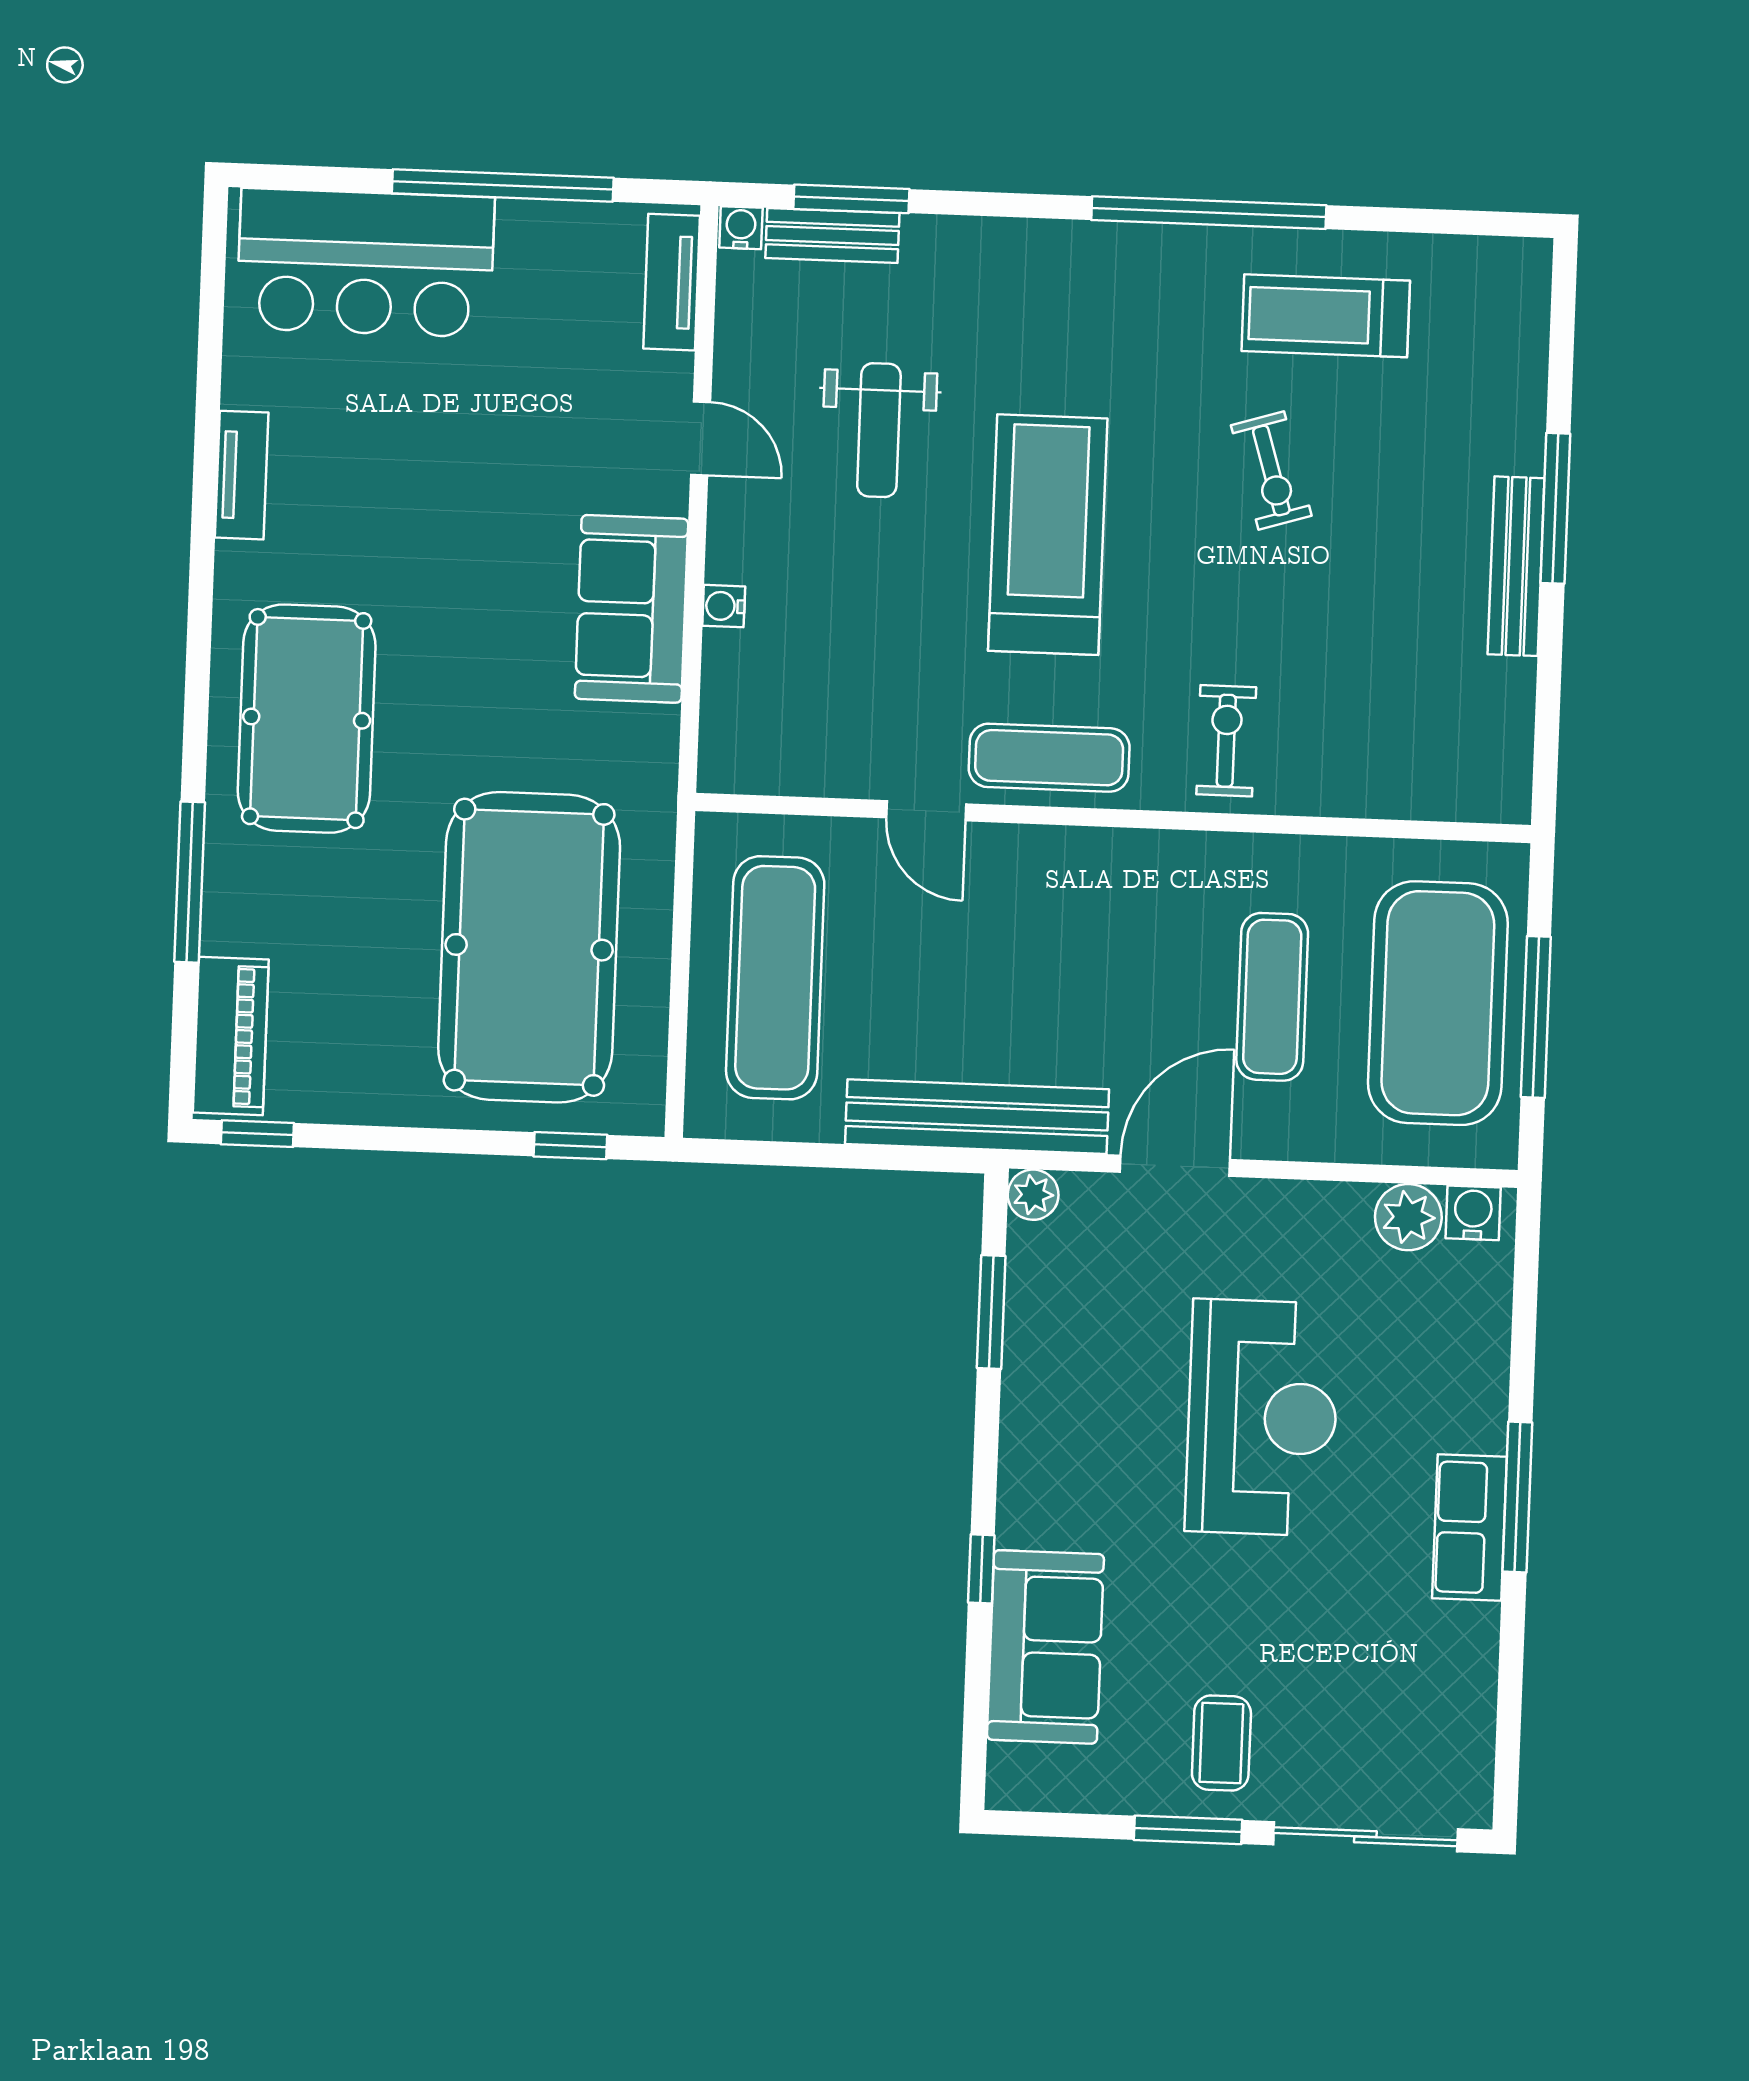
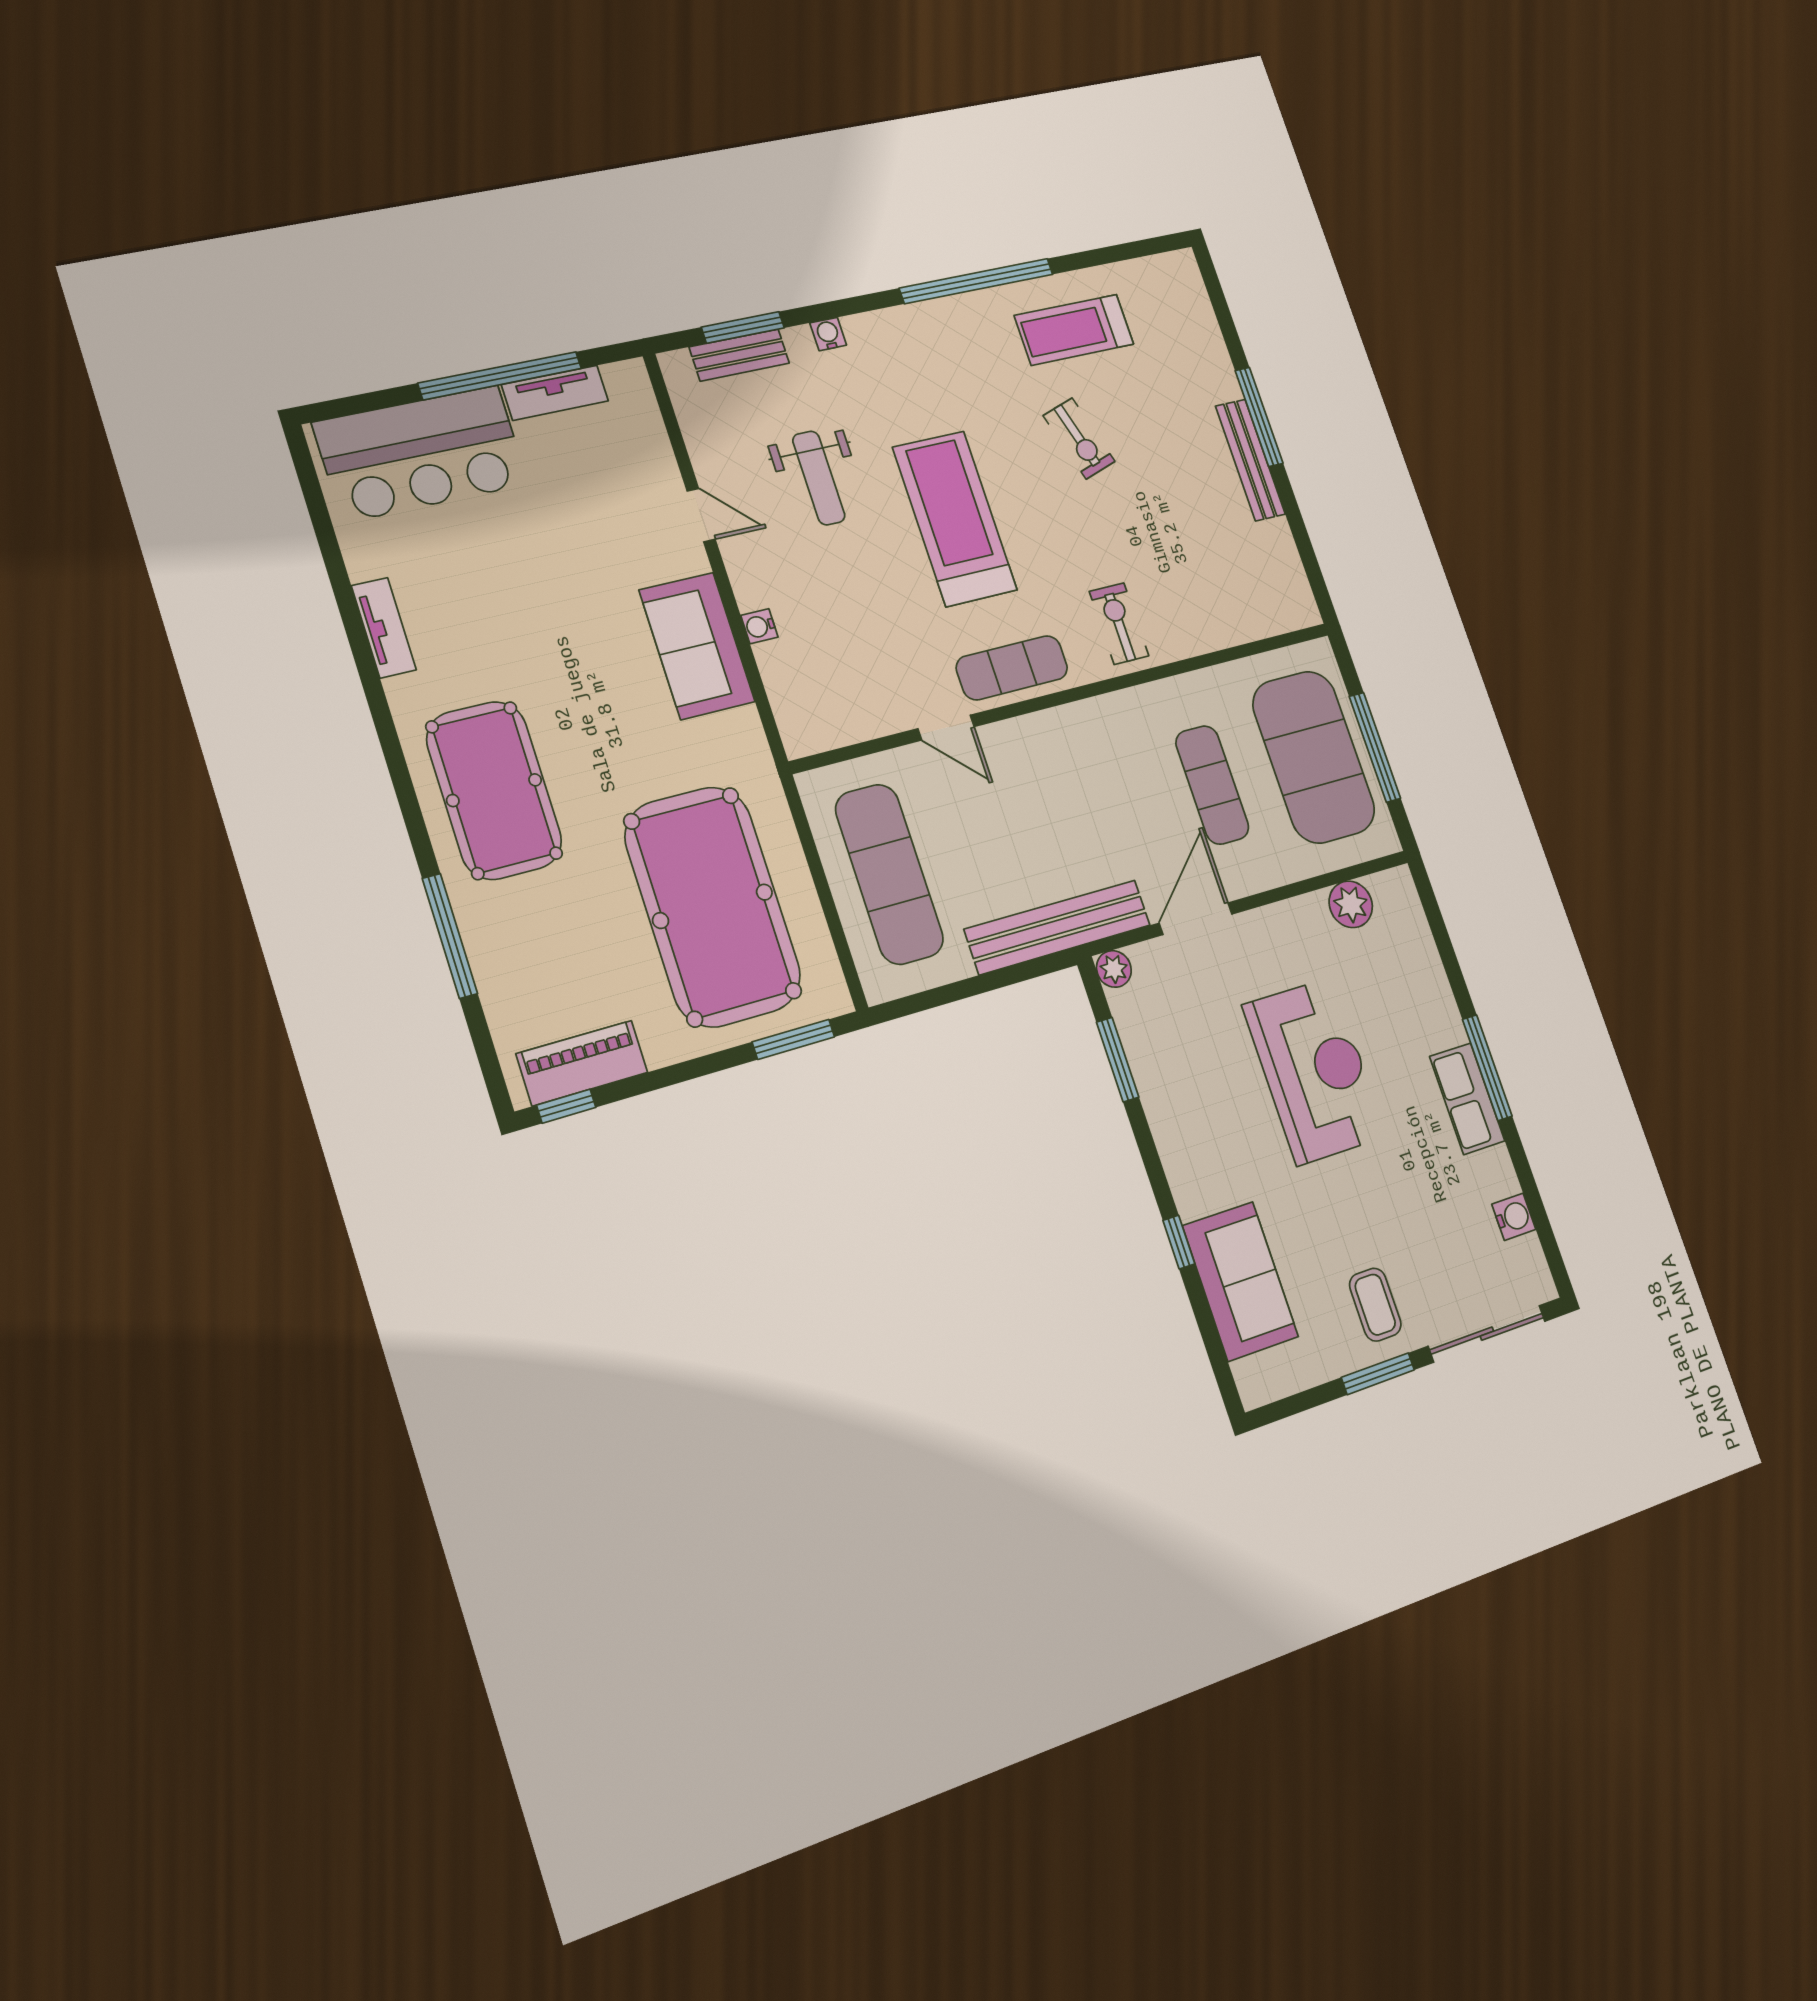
water cooler: (741, 228) -> (828, 334), moved
tv unit: (672, 282) -> (555, 393), moved, turned -90
piano: (231, 1036) -> (582, 1063), moved, turned -90
window: (570, 1146) -> (793, 1039), width x1.50
water cooler: (1473, 1213) -> (1514, 1217), moved, turned 90

